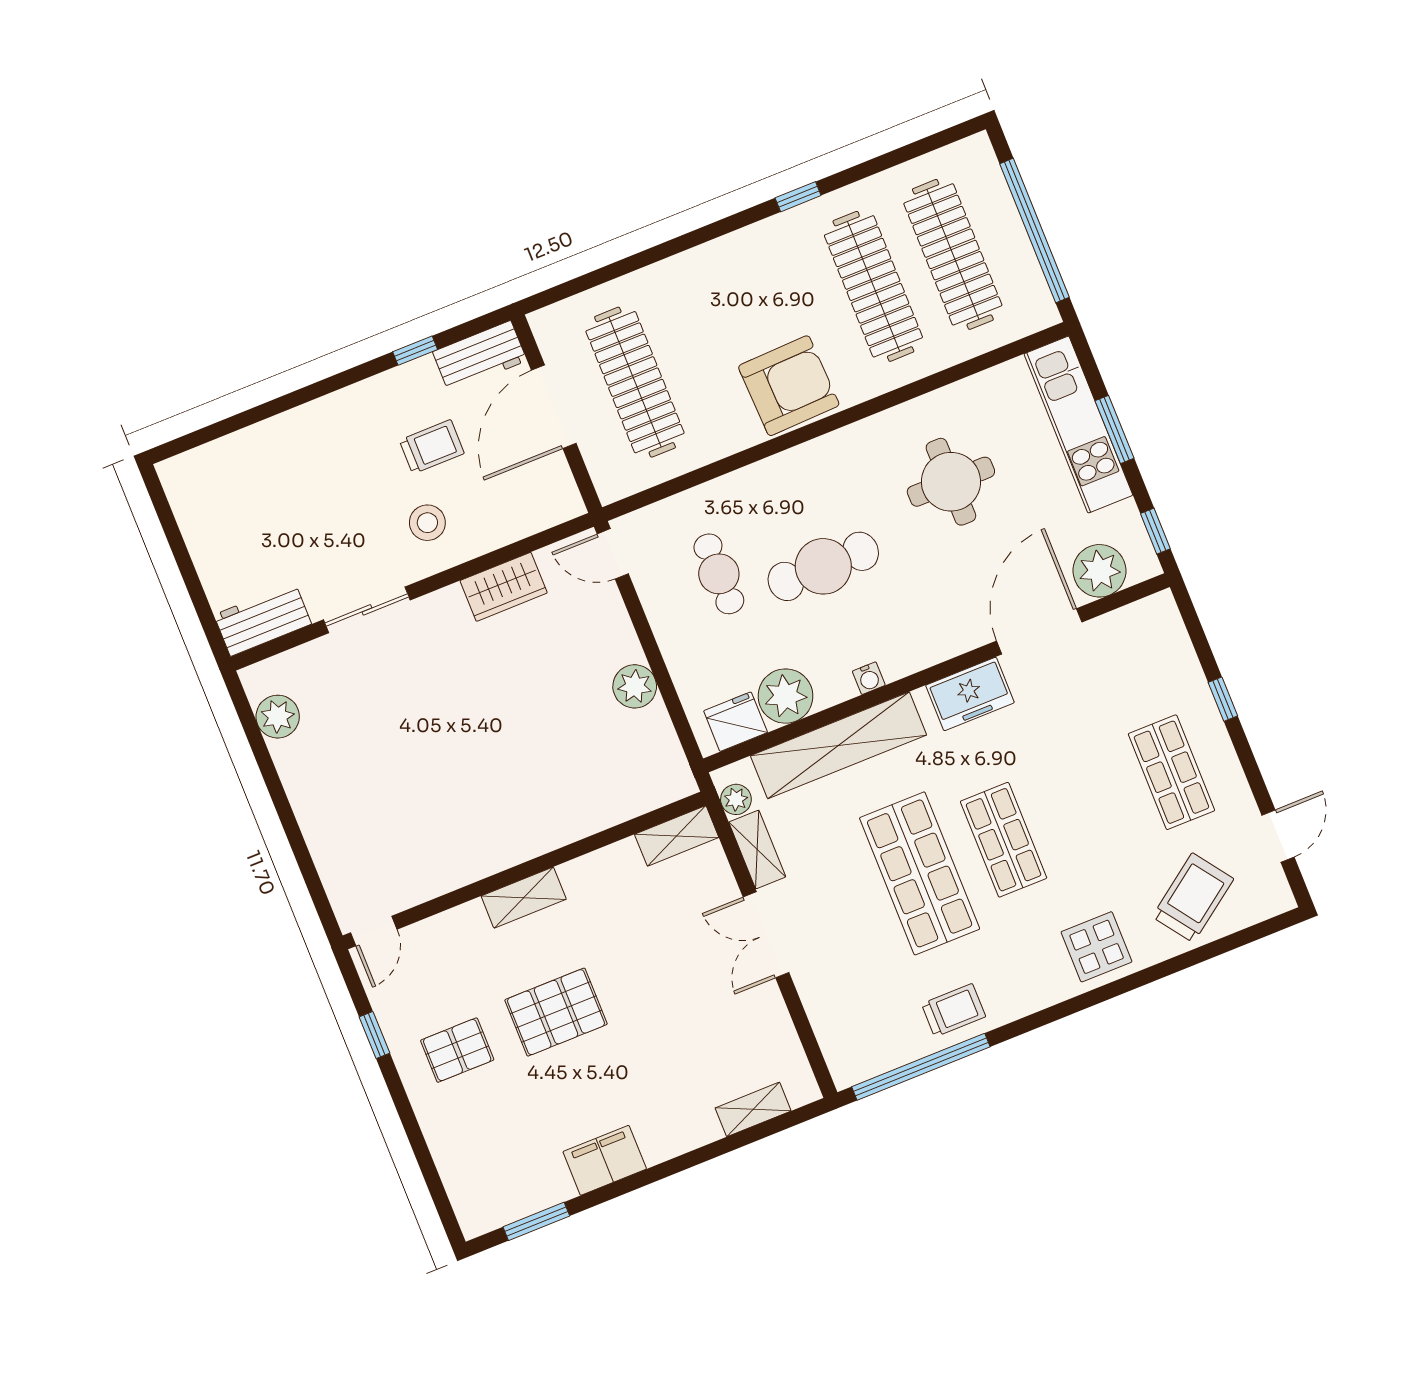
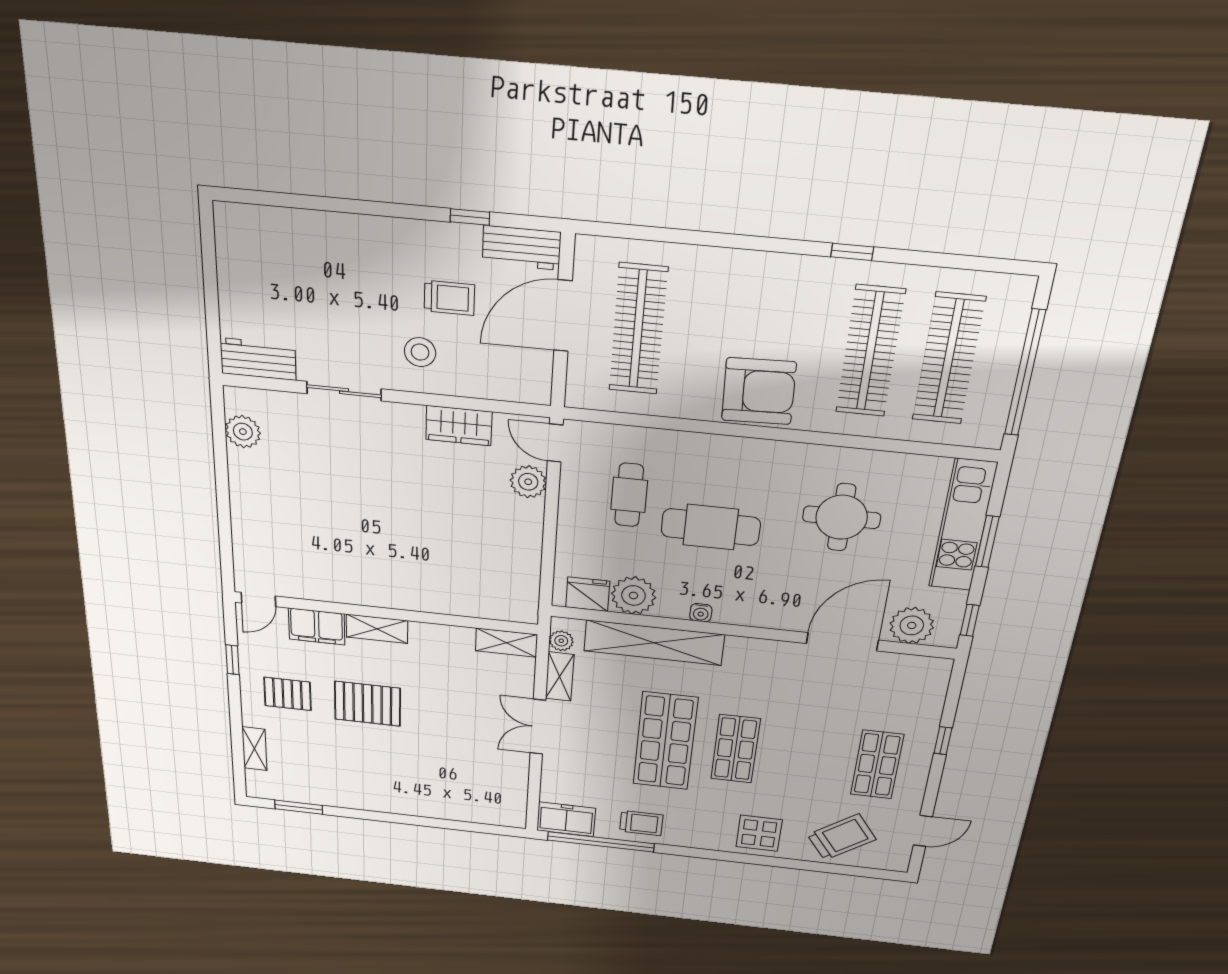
plant: (635, 686) -> (528, 482), moved
freezer: (970, 694) -> (566, 819), moved, turned 180
shelving: (753, 1109) -> (254, 749), moved, turned 90
filing cabinet: (605, 1160) -> (317, 626), moved, turned 180

